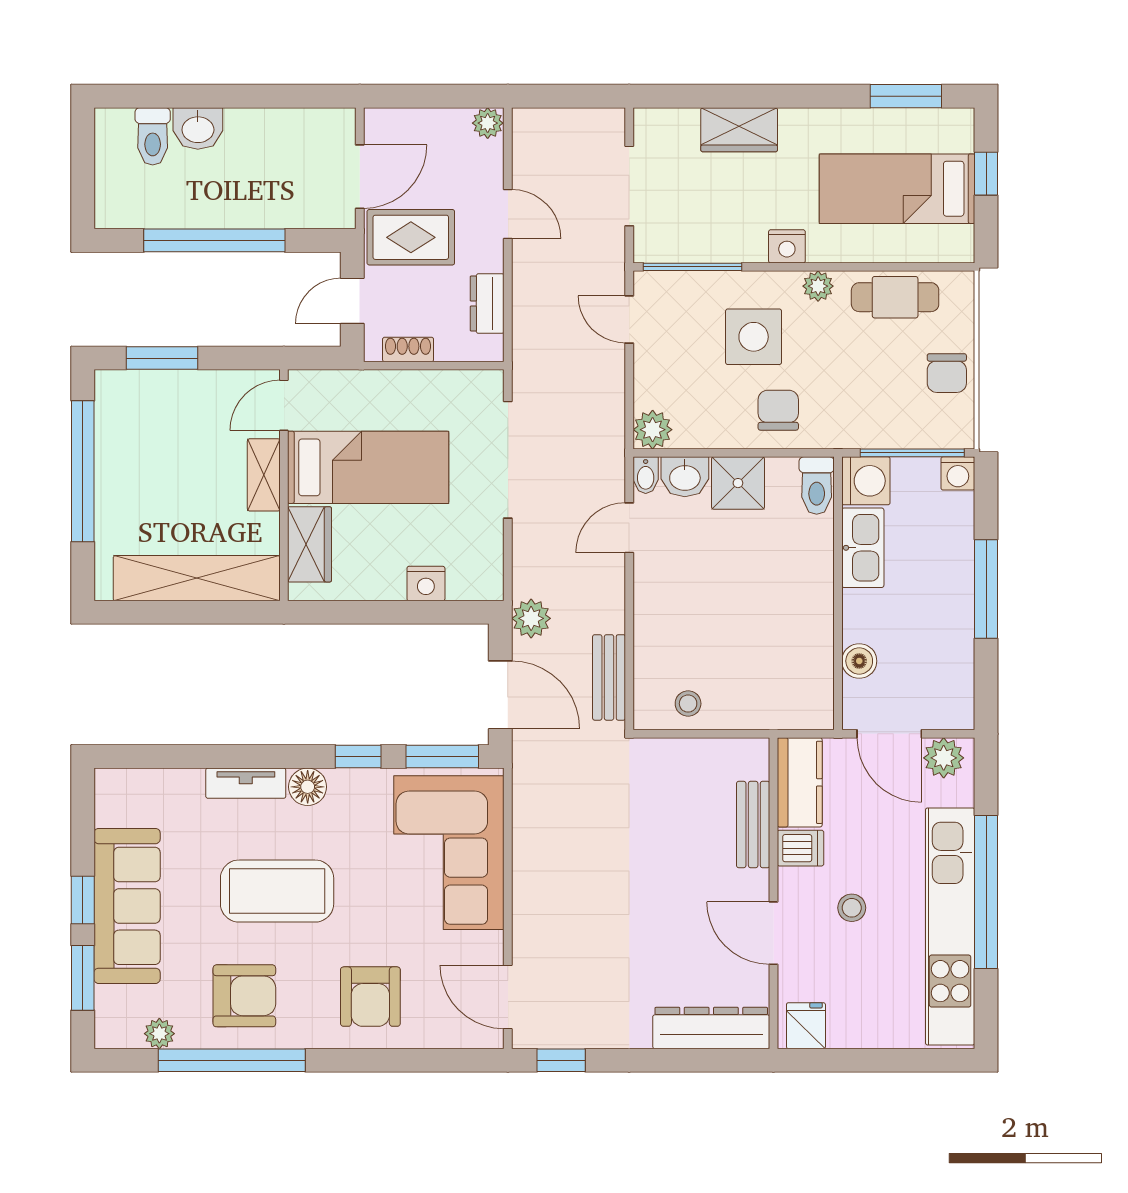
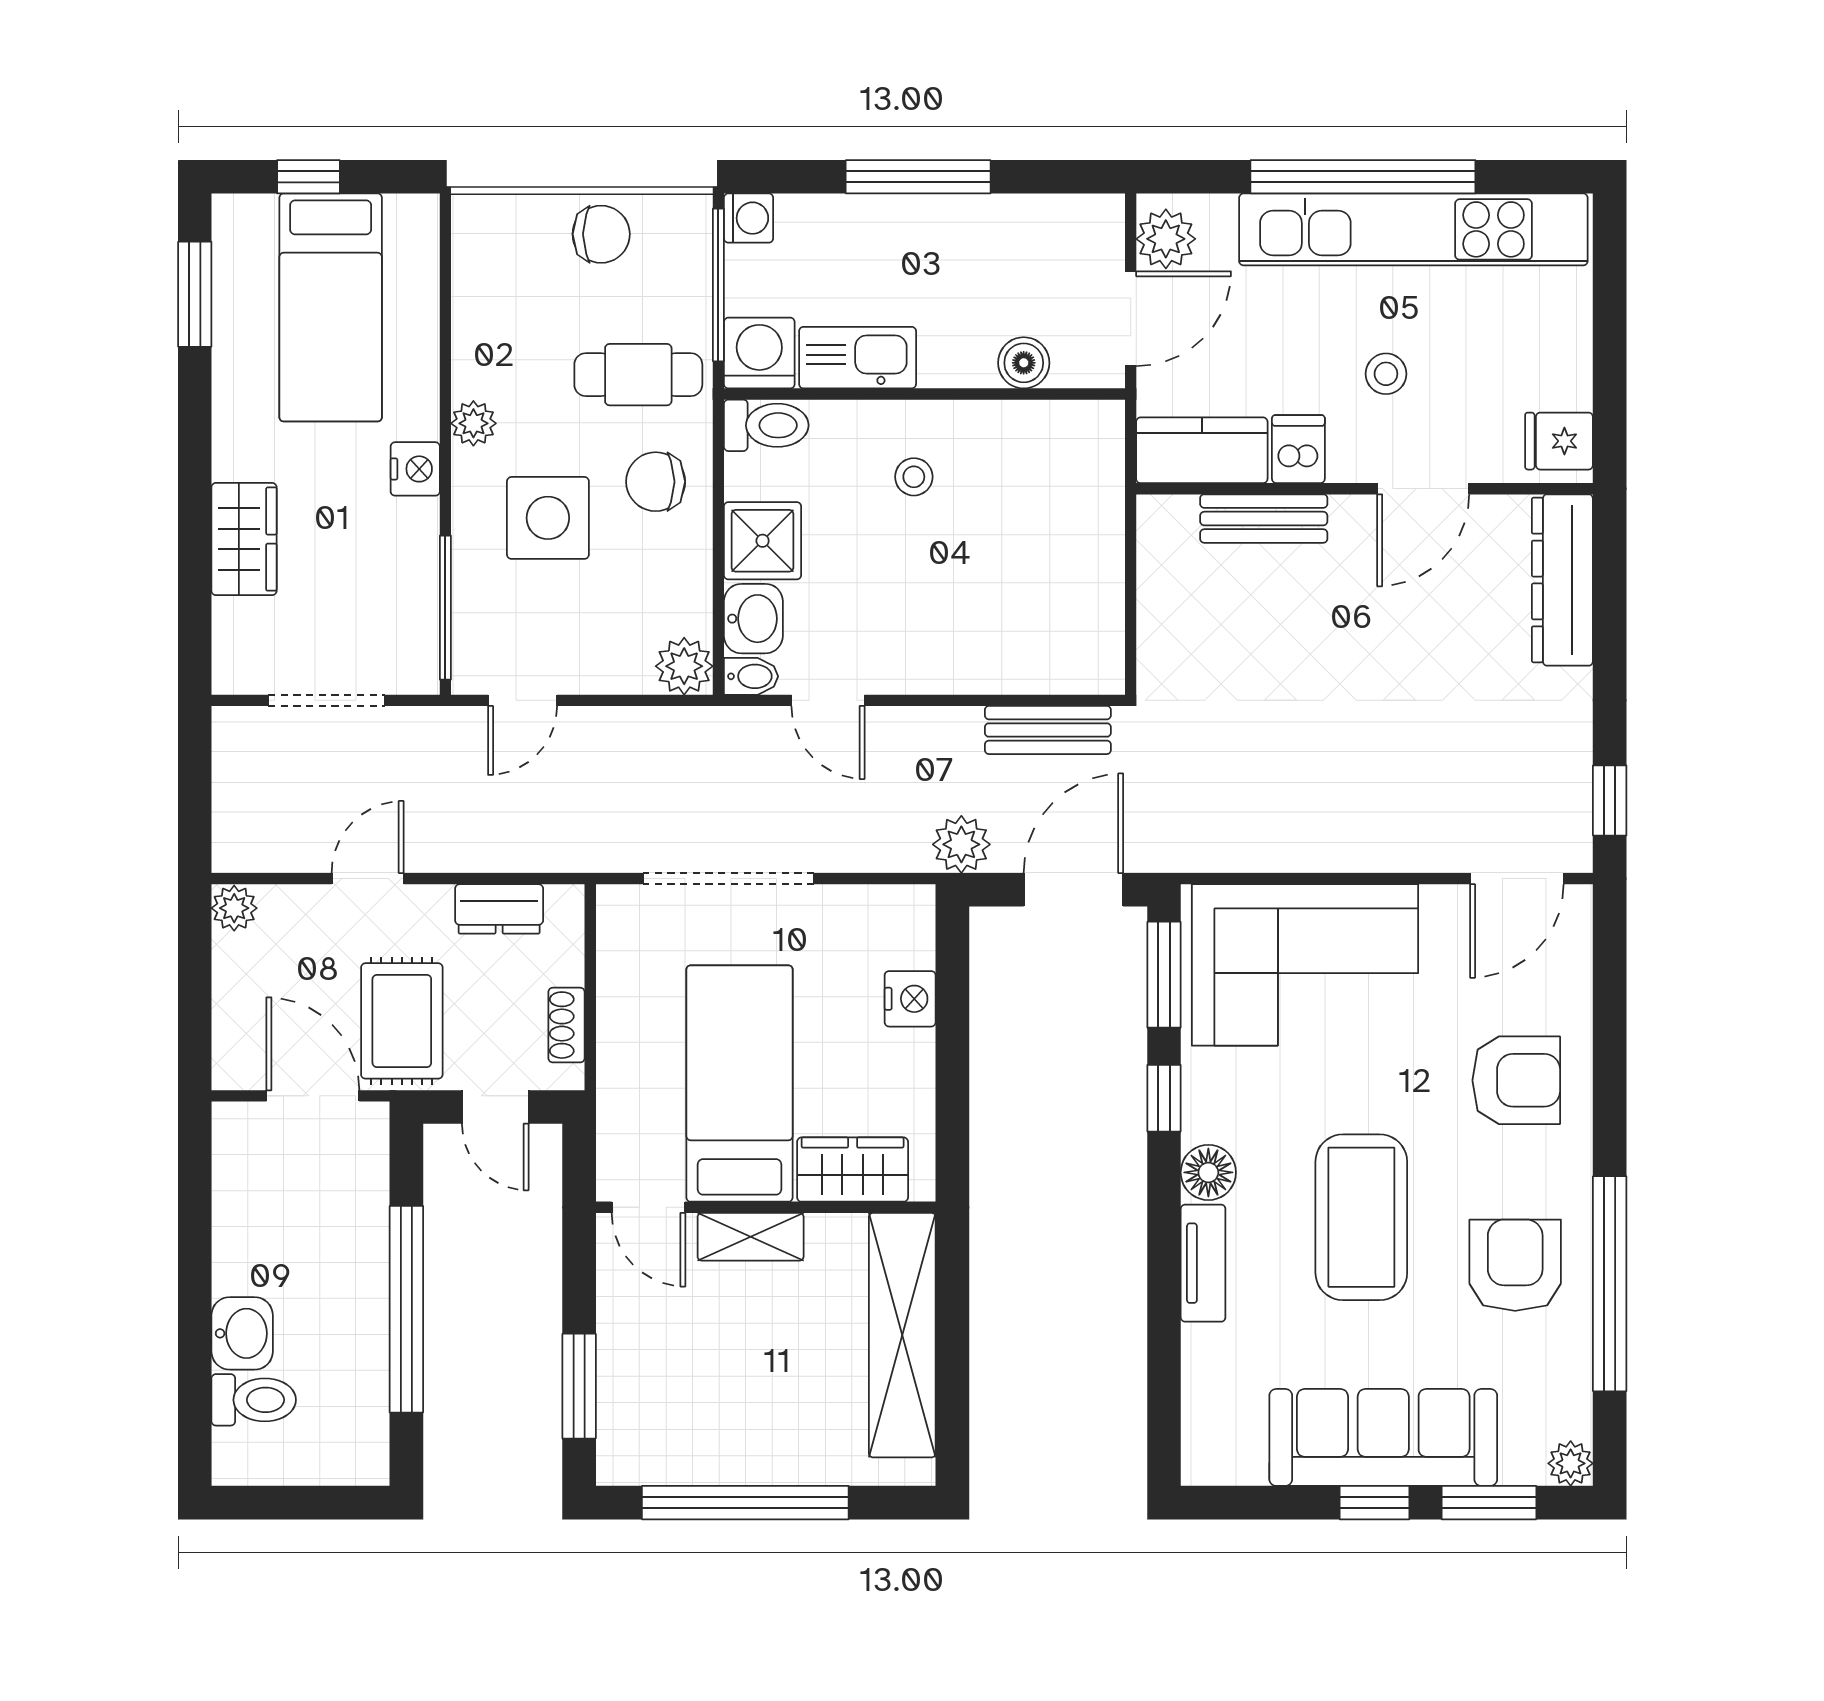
cafe table: (895, 297) -> (638, 375), moved, turned 90
stool: (688, 704) -> (914, 477), moved
plant: (159, 1034) -> (1571, 1463), moved

